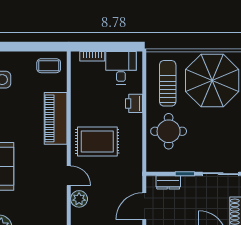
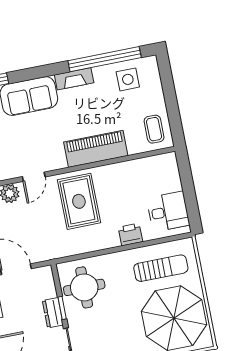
bookcase: (92, 56) -> (175, 176), removed
round table: (169, 131) -> (84, 287), moved
dresser: (168, 182) -> (53, 313), moved

